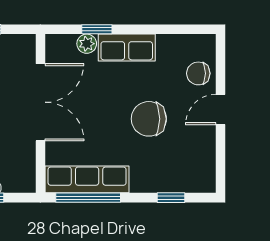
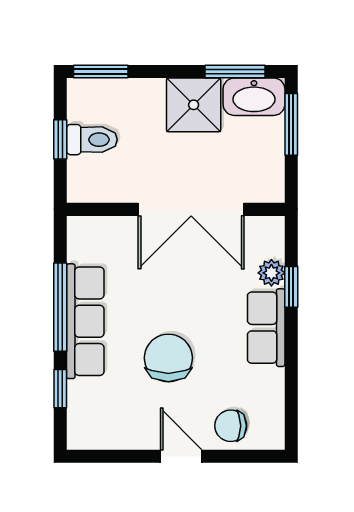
chair: (198, 73) -> (231, 426), turned -90
row of seats: (87, 179) -> (85, 321), moved
window: (88, 198) -> (60, 307), moved

